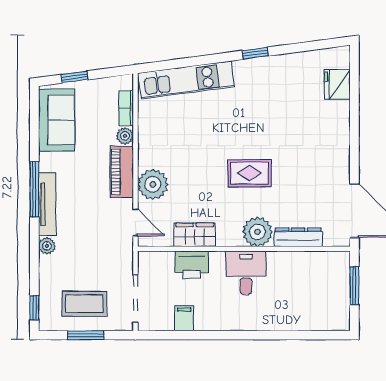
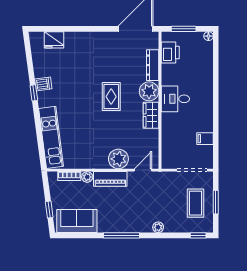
dishwasher: (269, 68) -> (43, 84), added
tv unit: (47, 204) -> (131, 227), removed
wardrobe: (195, 235) -> (151, 115), moved
printer: (192, 265) -> (170, 52), moved
floor lamp: (343, 324) -> (208, 36), added

